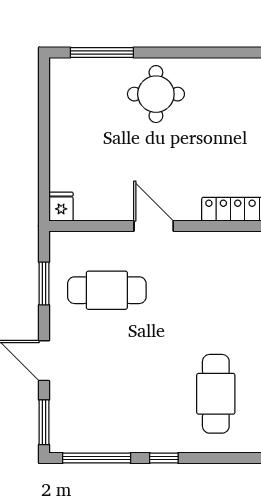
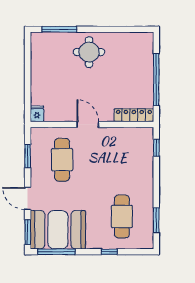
cafe table: (107, 290) -> (62, 160), turned 90
booth: (99, 418) -> (58, 230), added
window: (164, 458) -> (109, 252), moved

